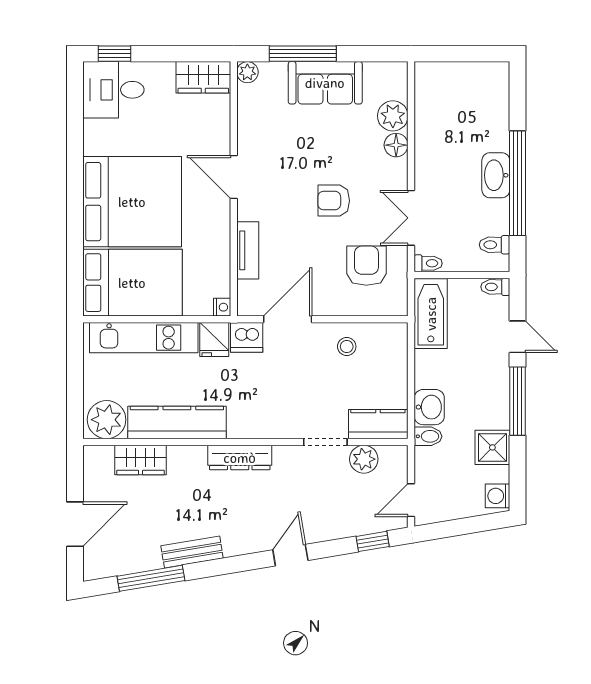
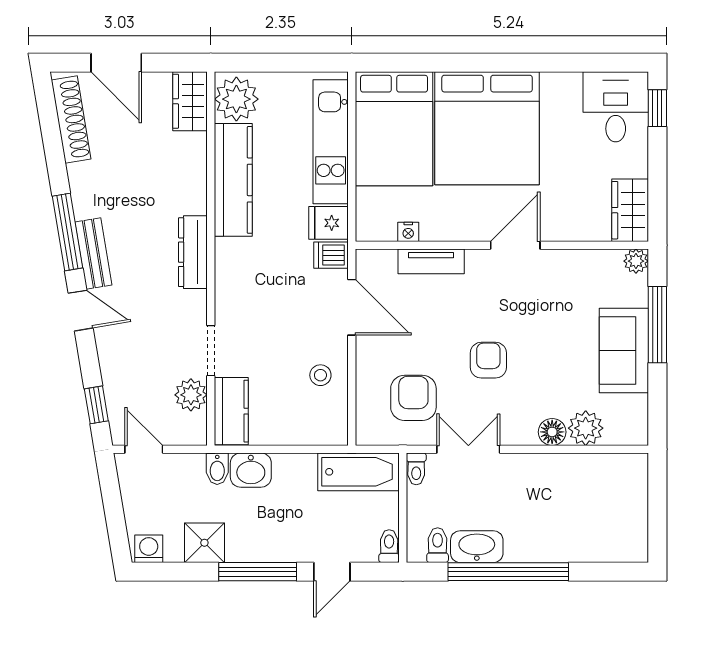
washbasin: (496, 175) -> (477, 547), moved
armchair: (366, 266) -> (413, 398), turned -90
nightstand: (222, 307) -> (408, 232), moved
dishwasher: (247, 337) -> (331, 255), width x0.73
wardrobe: (140, 460) -> (190, 101), moved
bench: (192, 552) -> (93, 254), moved
shoe rack: (124, 563) -> (71, 120), added
window: (151, 578) -> (67, 232), moved

